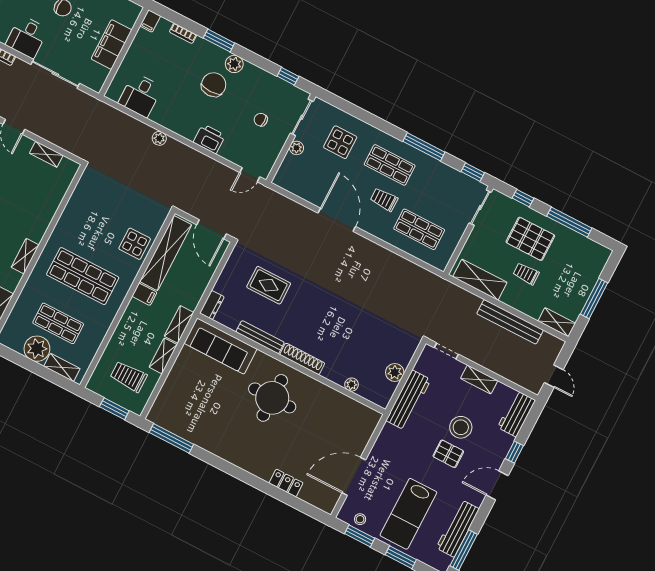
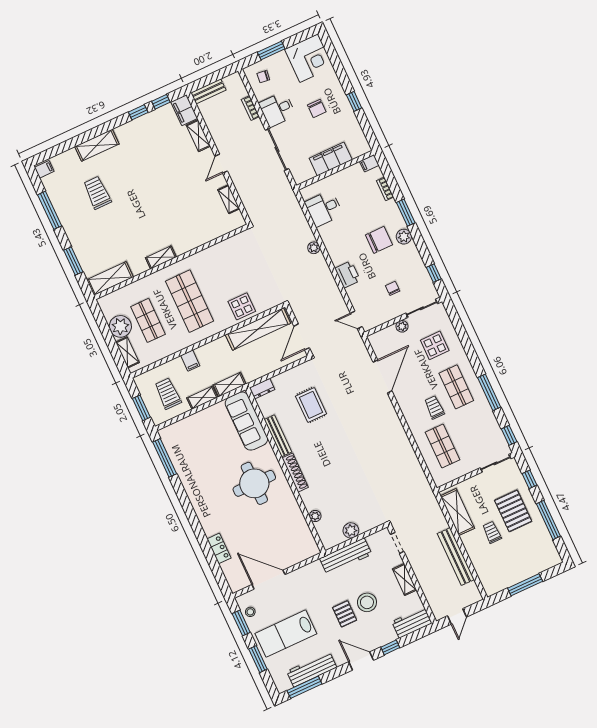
door: (337, 220) -> (382, 377), moved
filing cabinet: (144, 294) -> (190, 361), moved
shelving: (557, 322) -> (487, 581), removed

